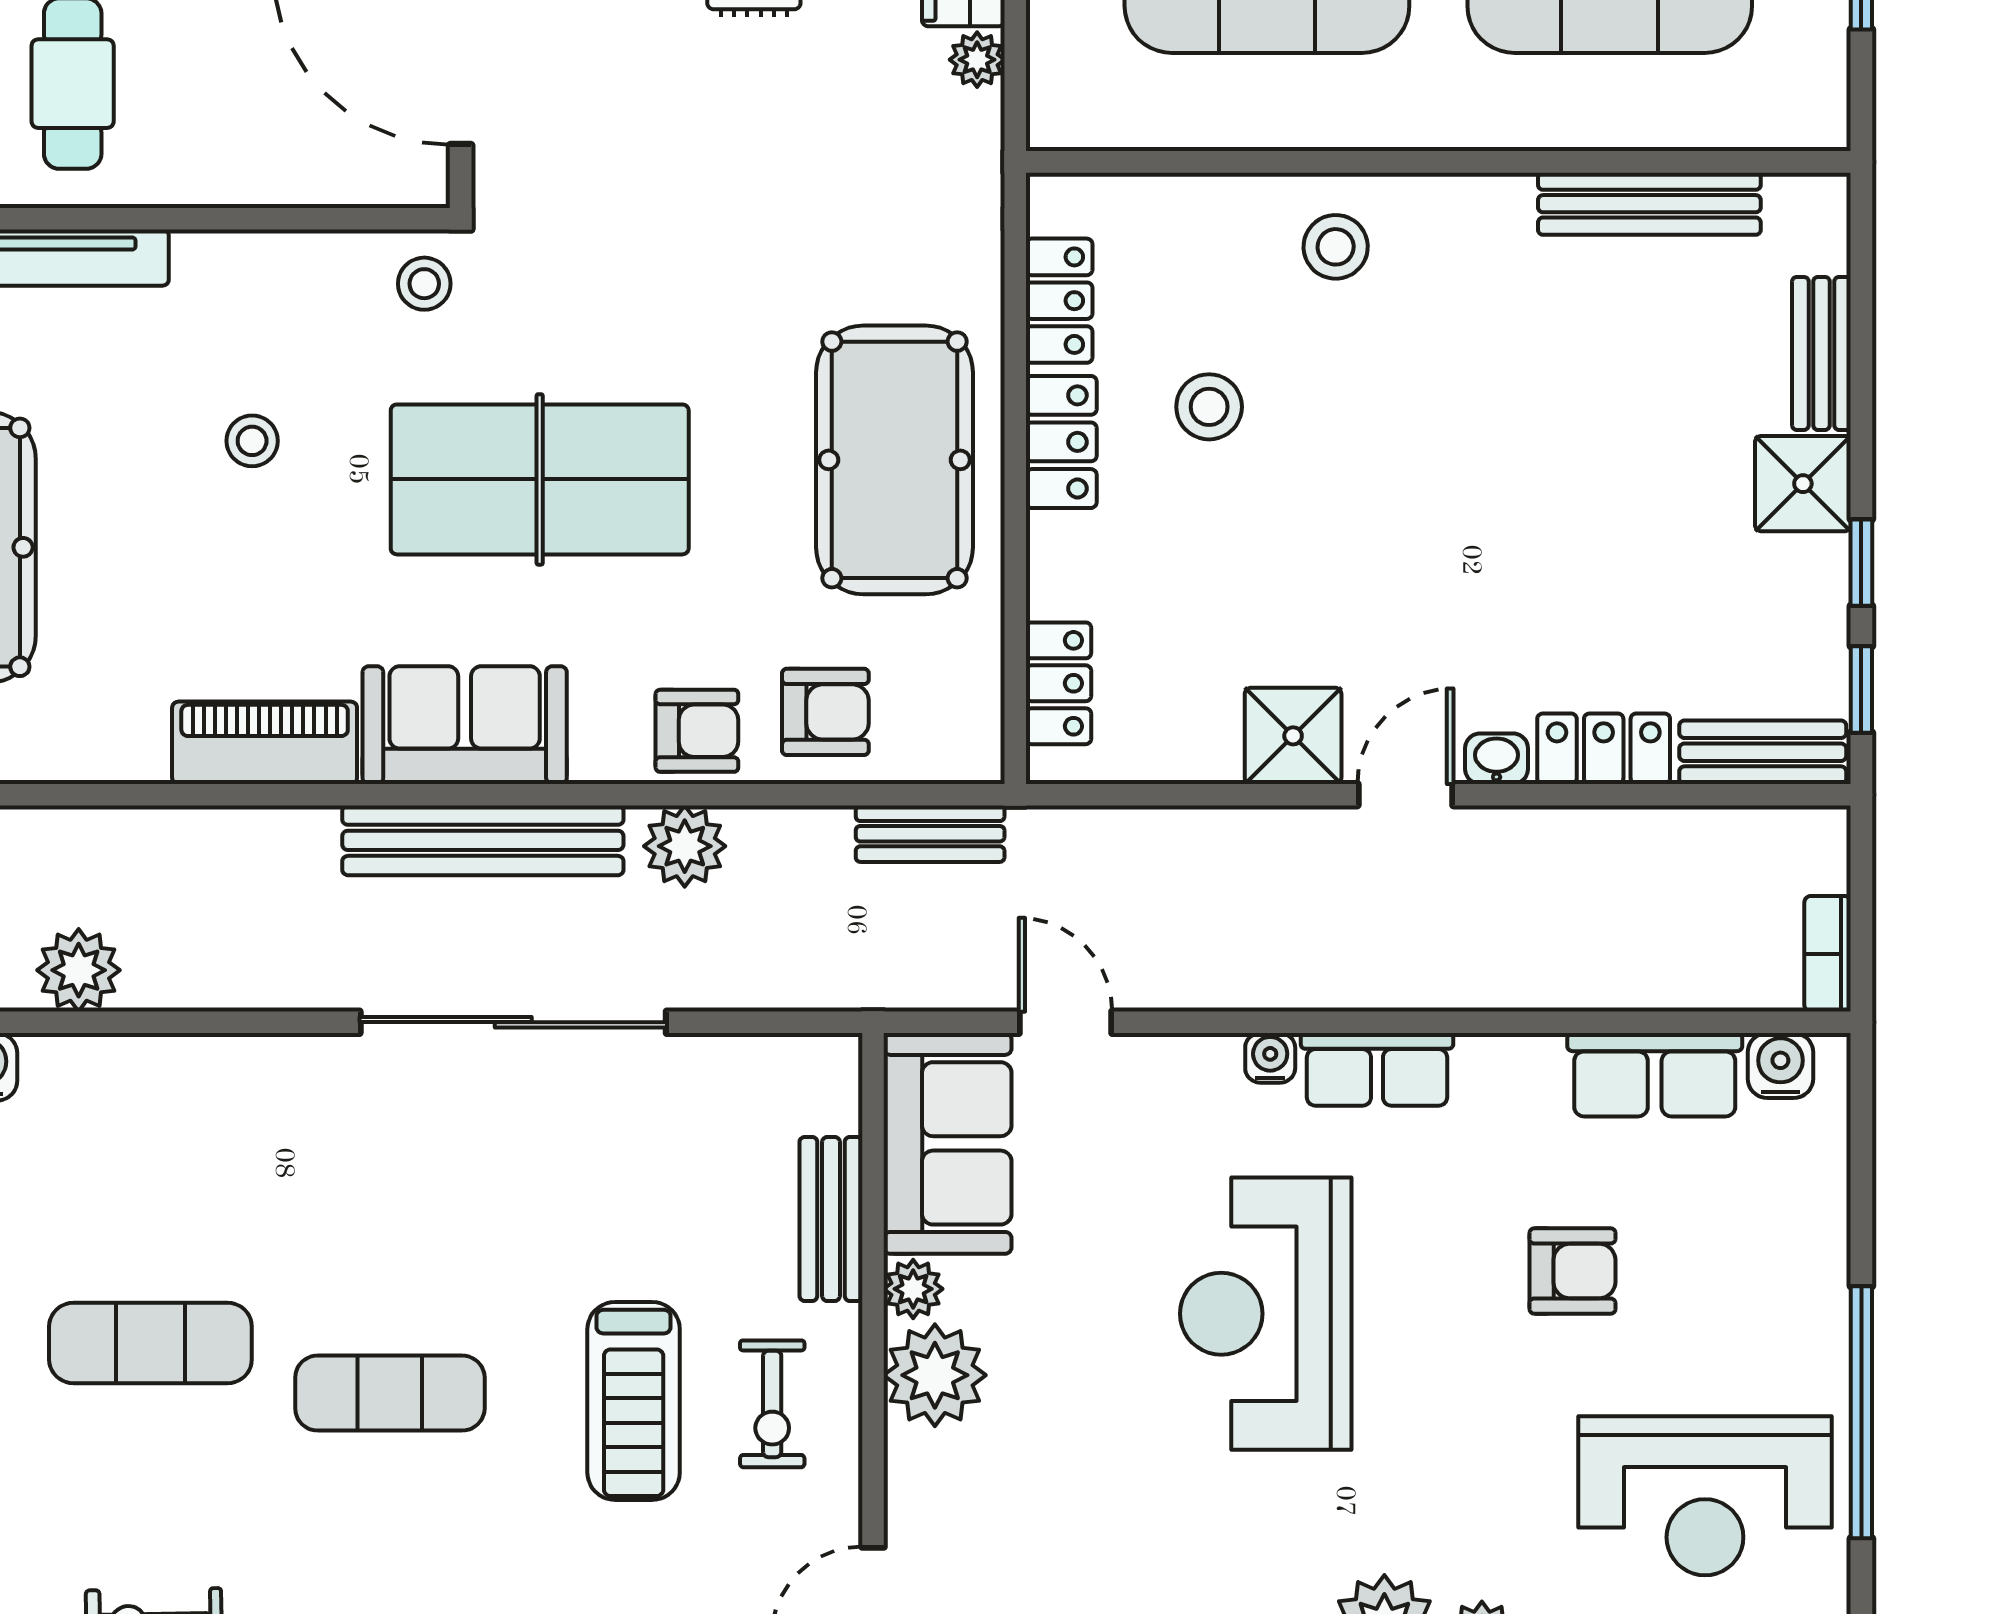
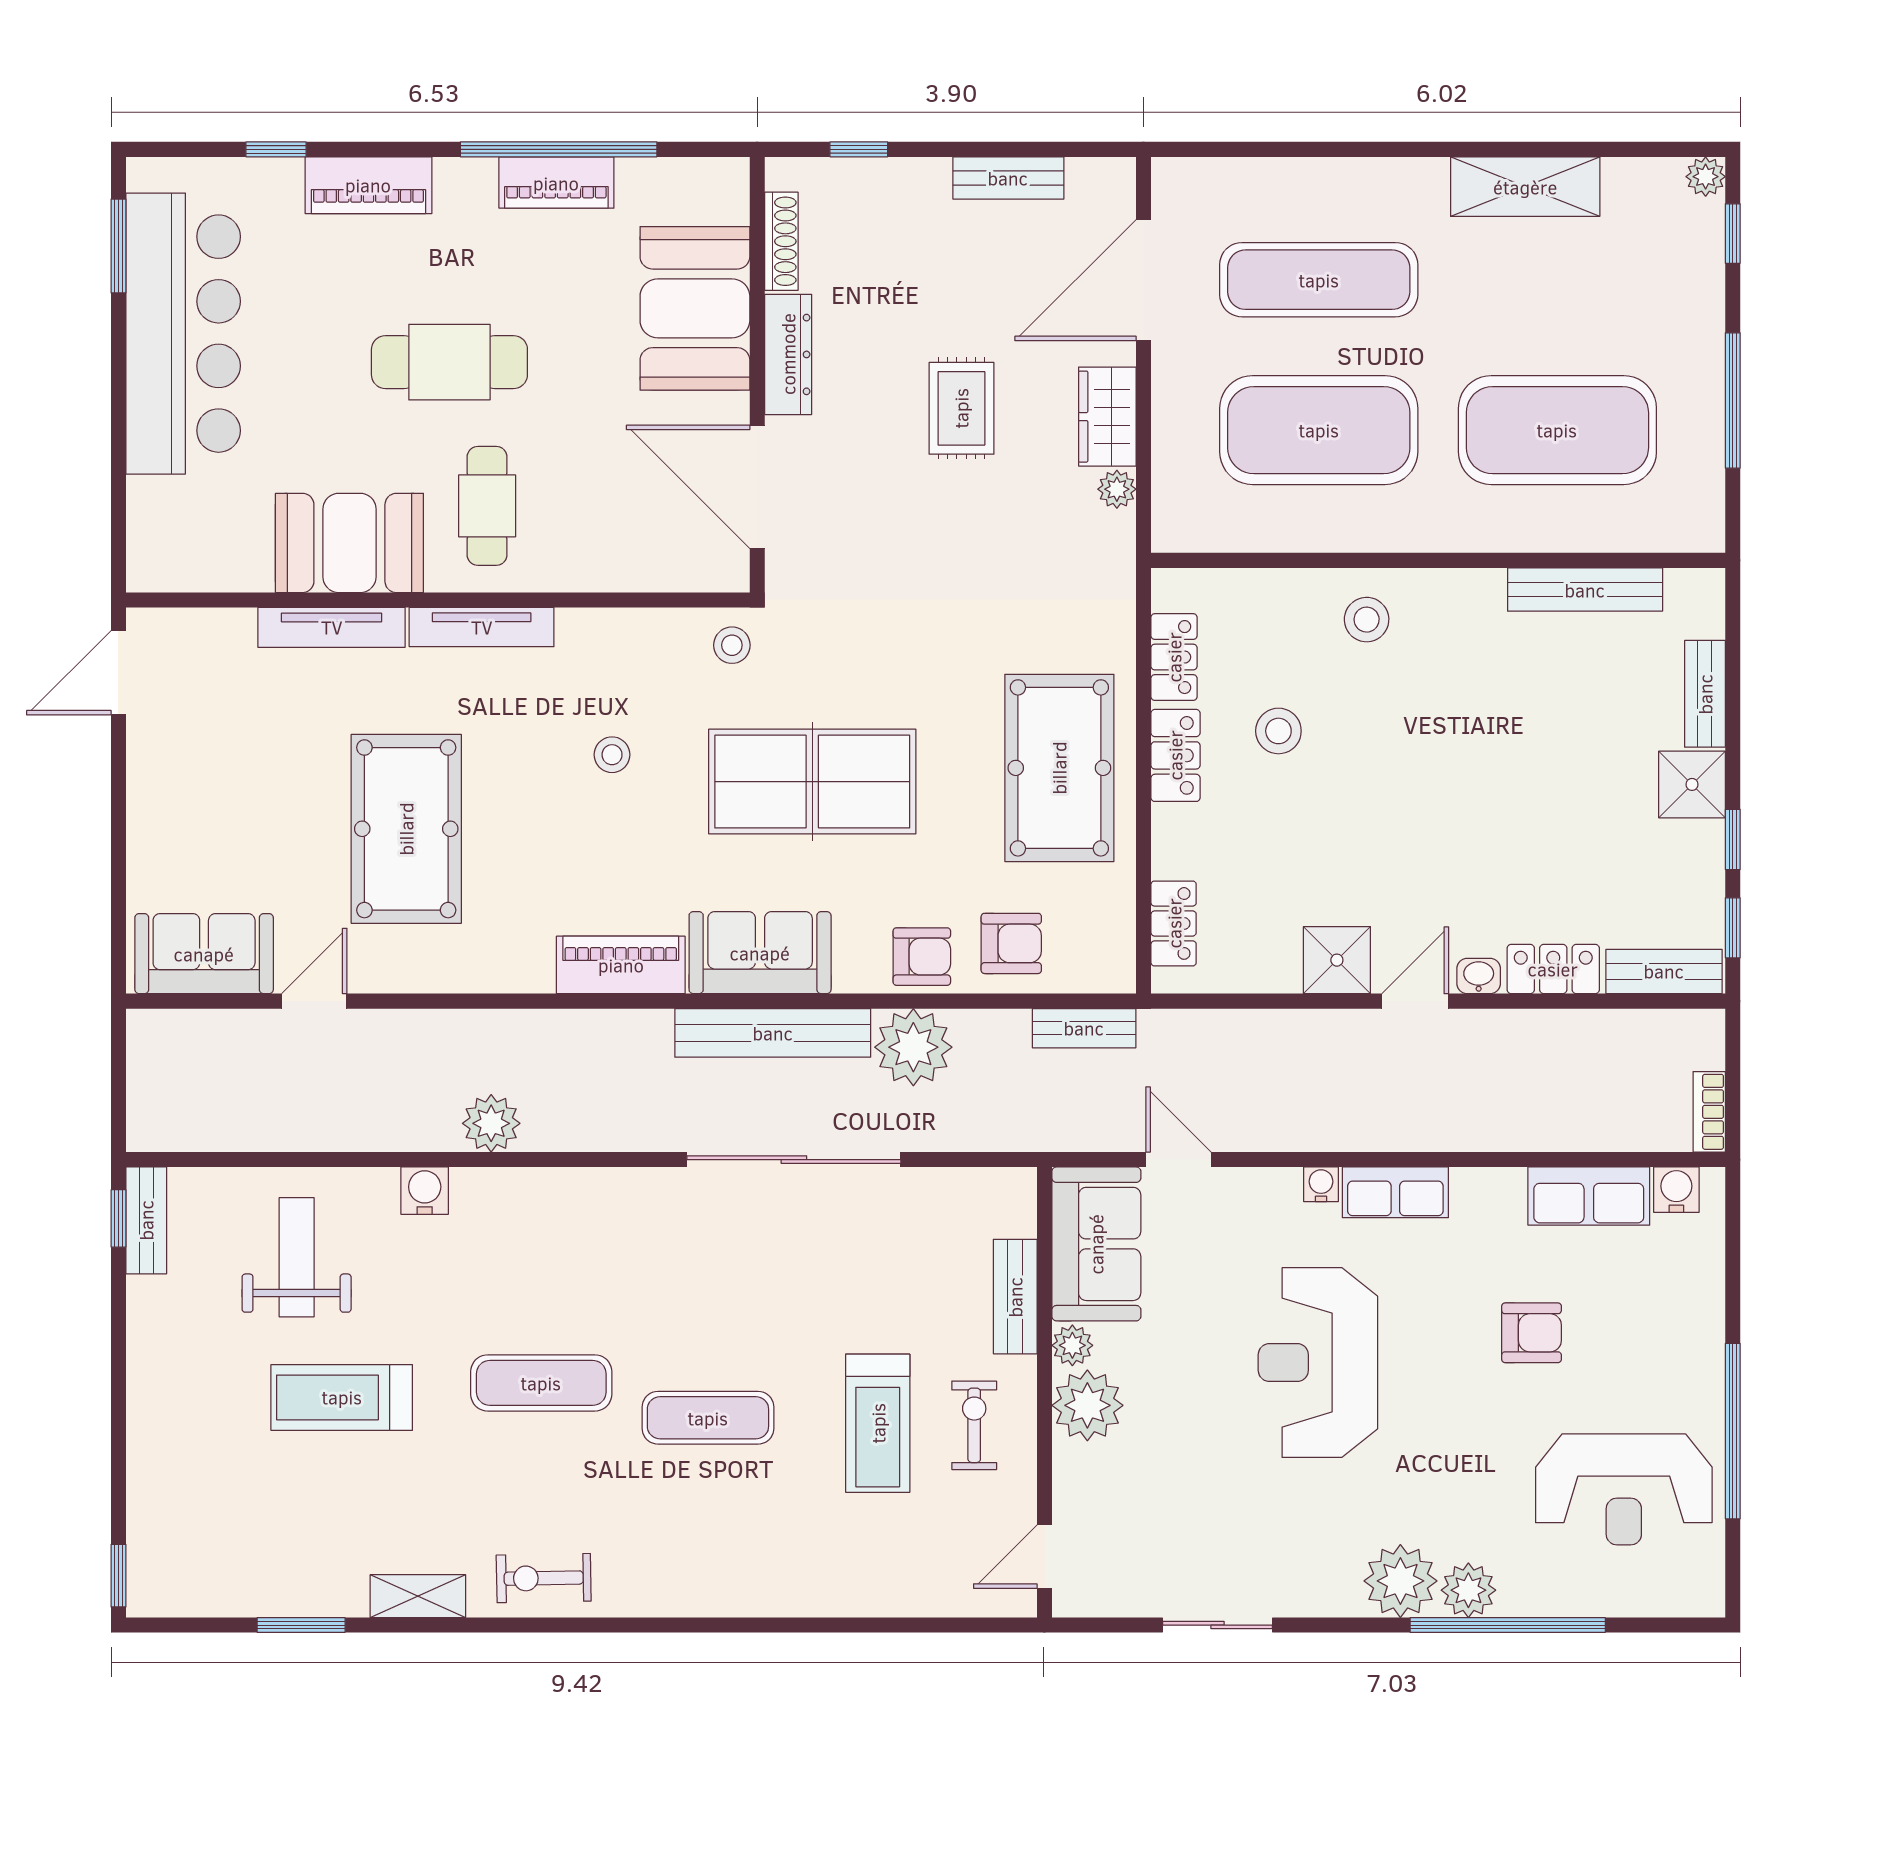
plant: (685, 846) -> (913, 1047), width x1.36, depth x1.36
exercise bike: (772, 1404) -> (974, 1425), turned 180

